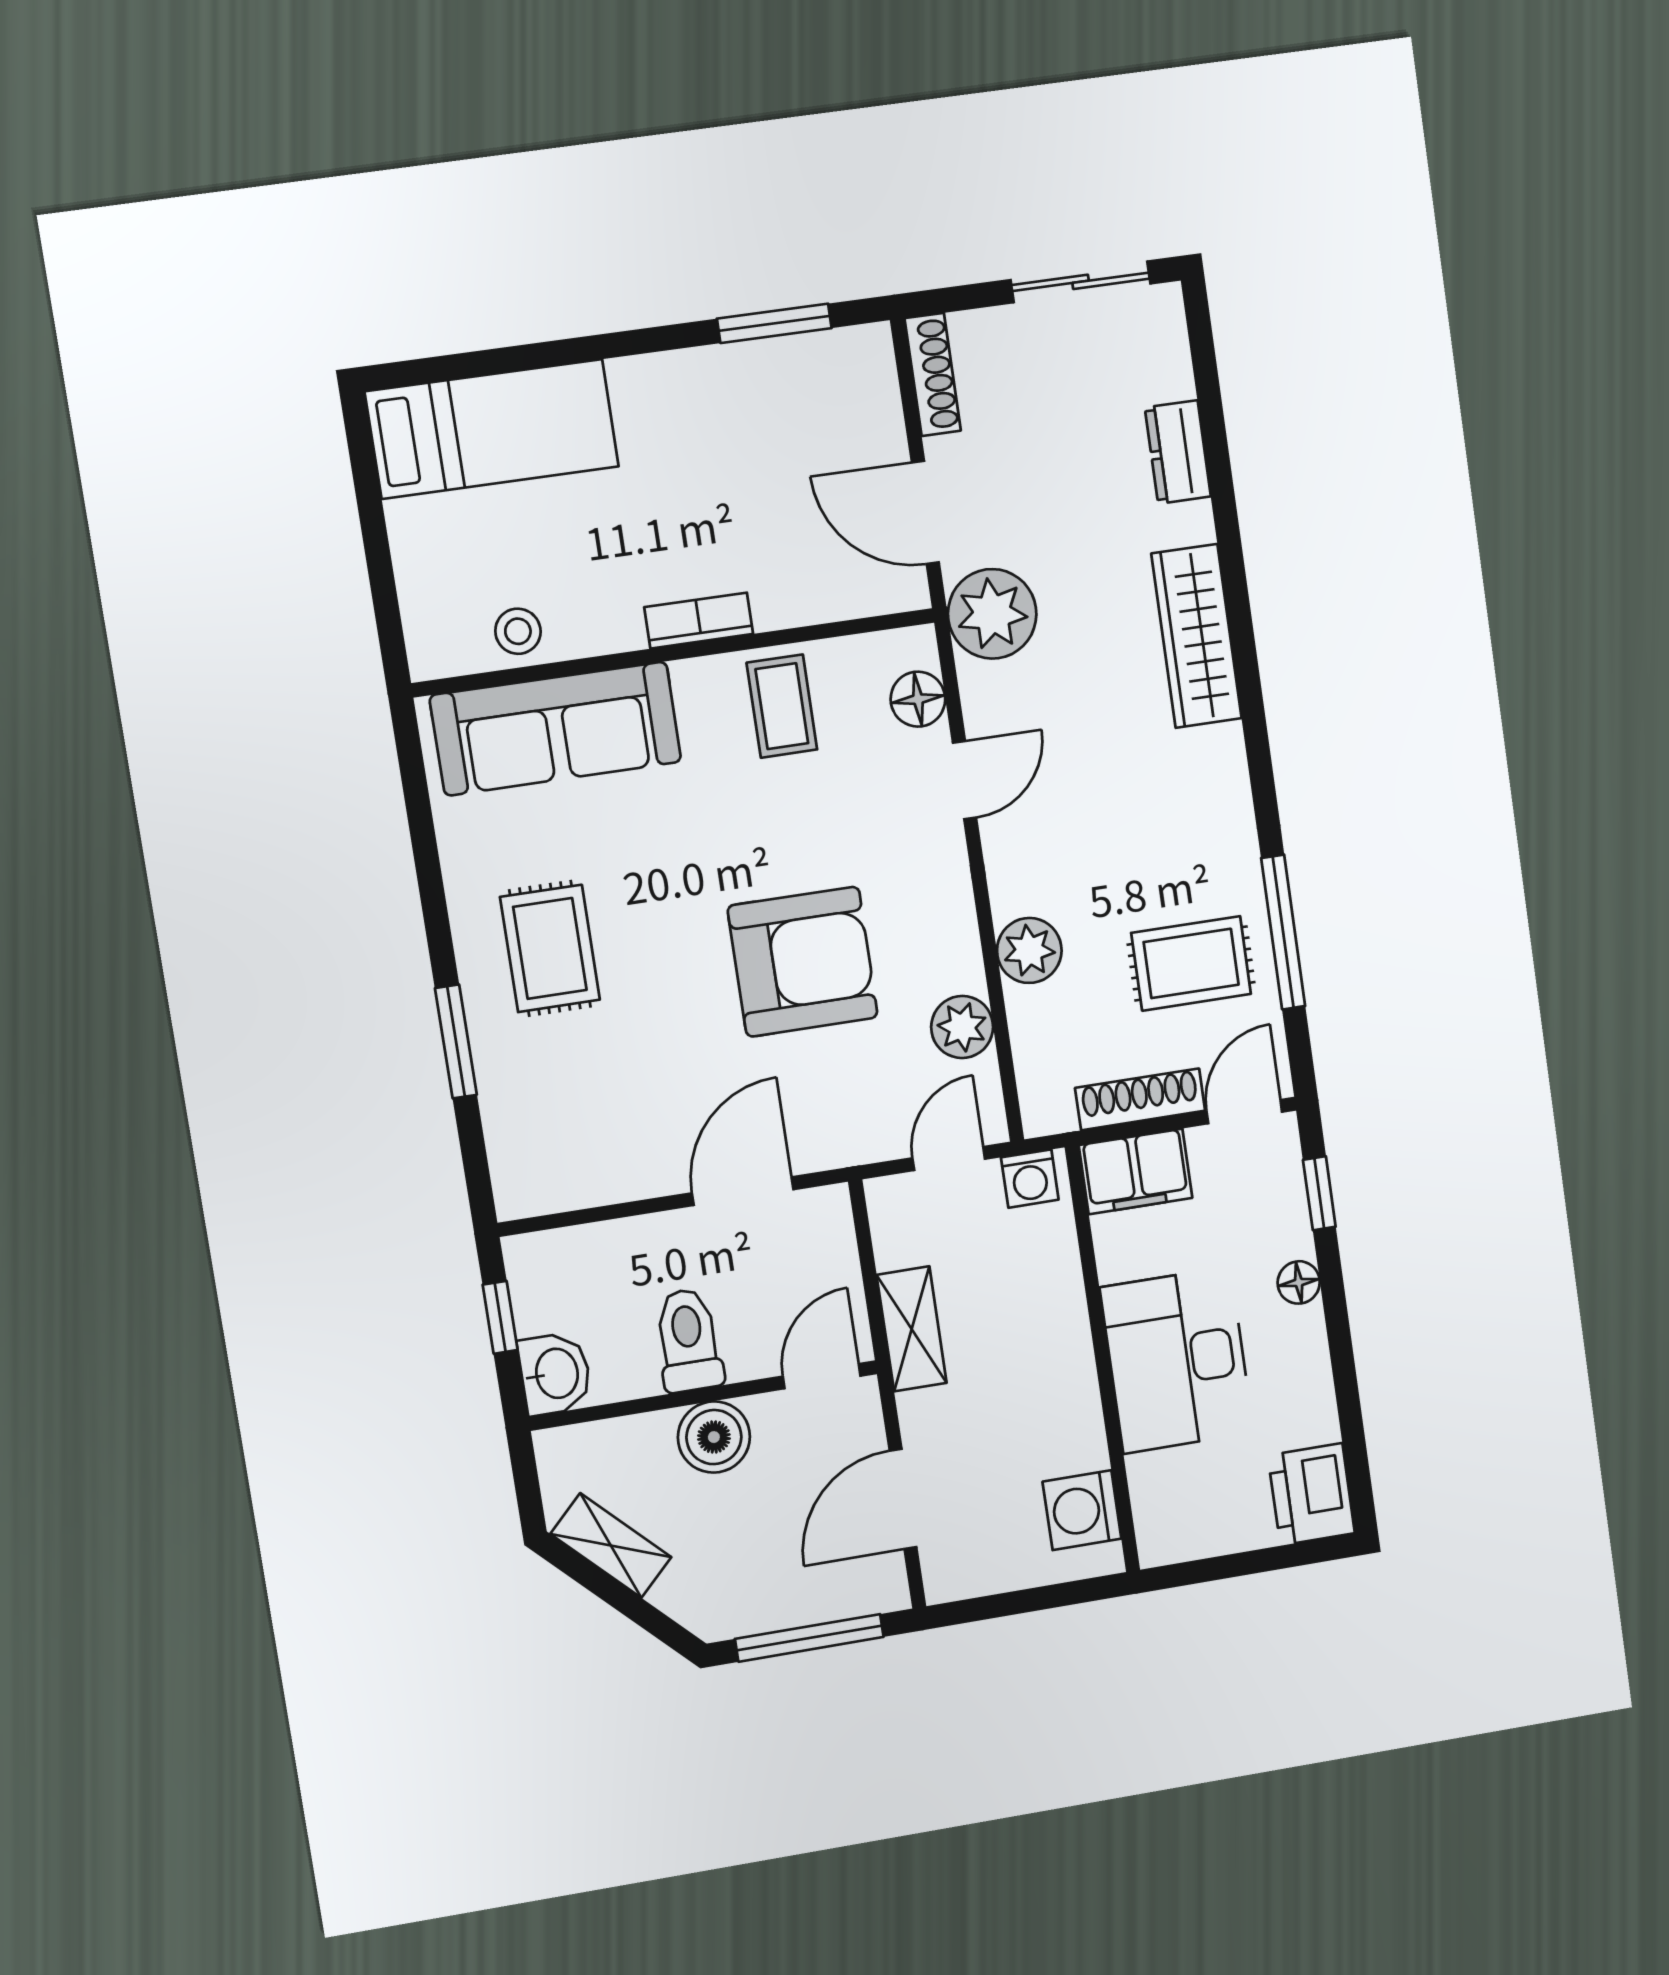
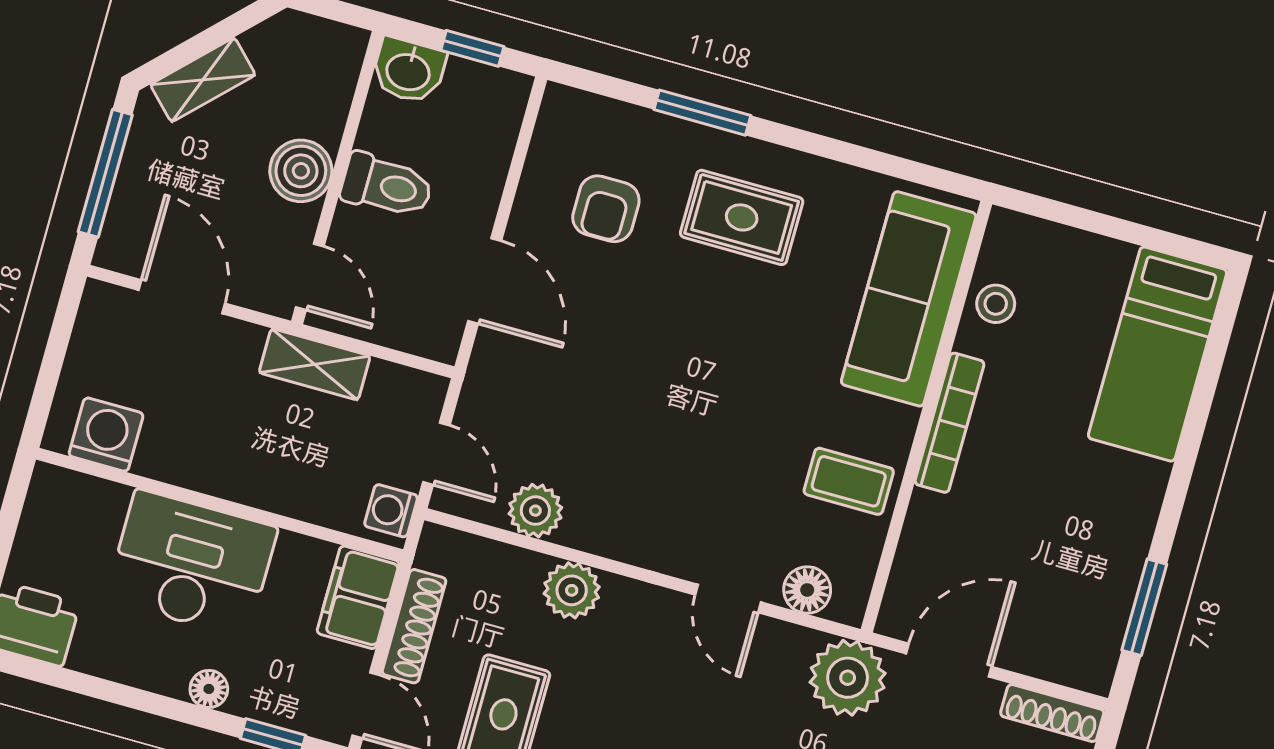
bookcase: (699, 621) -> (949, 423), width x1.56
armchair: (803, 962) -> (606, 209), moved, width x0.53, depth x0.53
shelving: (611, 1546) -> (203, 80), moved

